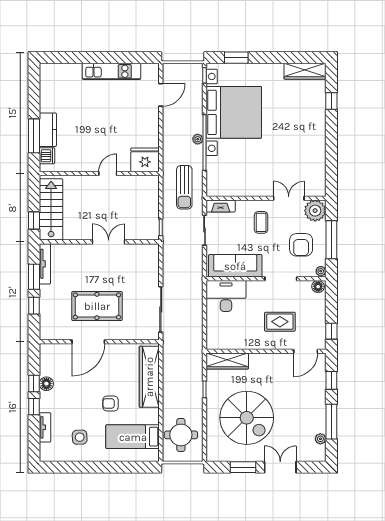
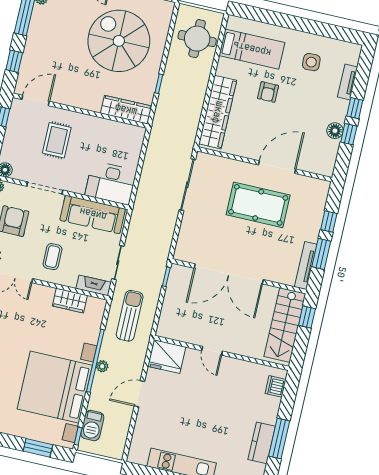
barbecue: (195, 87) -> (92, 425), added
door: (161, 95) -> (139, 394), moved
kitchen counter: (48, 130) -> (262, 443), moved
window: (34, 136) -> (279, 438), moved
door: (108, 174) -> (212, 351), hinge flipped
wardrobe: (238, 188) -> (70, 301), added
double door: (109, 242) -> (229, 274), width x1.87
rug: (280, 322) -> (57, 140), turned 90
armchair: (110, 403) -> (268, 92), turned 90

